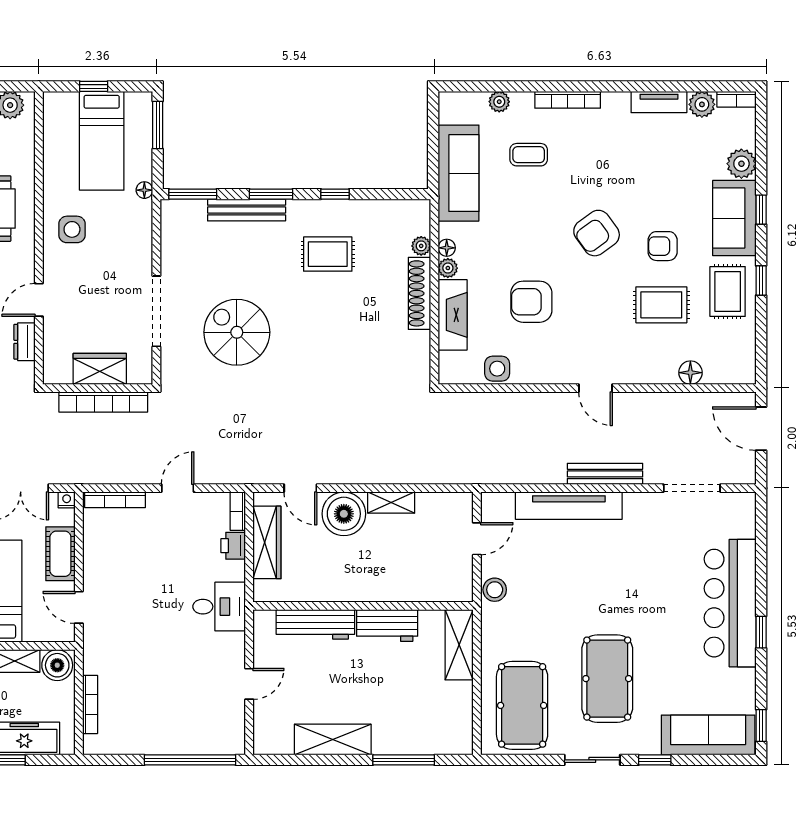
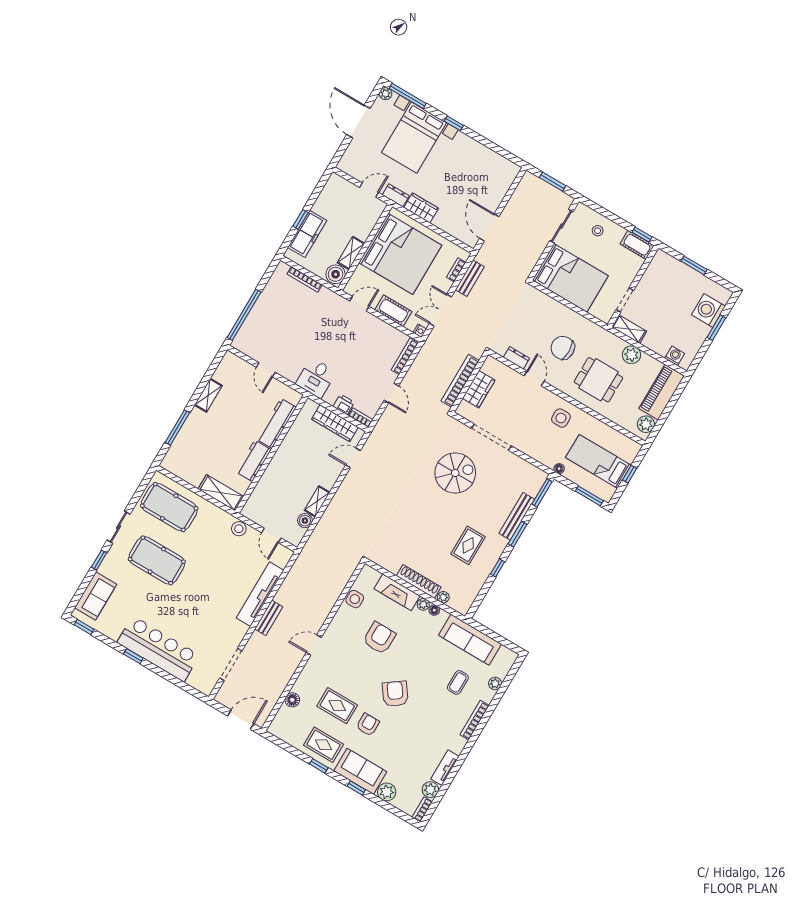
rug: (661, 305) -> (337, 706), turned 90
bench: (605, 474) -> (269, 618), width x0.73
boiler: (344, 514) -> (305, 521), moved, width x0.54, depth x0.54
sofa: (708, 735) -> (96, 596), width x0.73
shelving: (333, 740) -> (208, 395), width x0.67, depth x0.75

